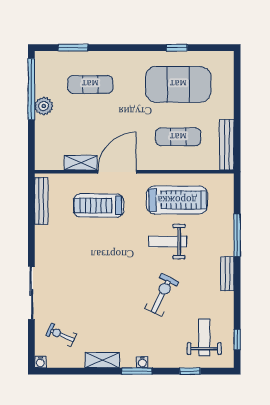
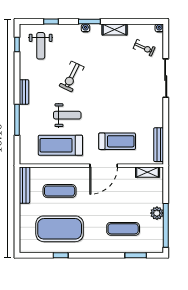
shelving: (81, 163) -> (147, 172), moved

